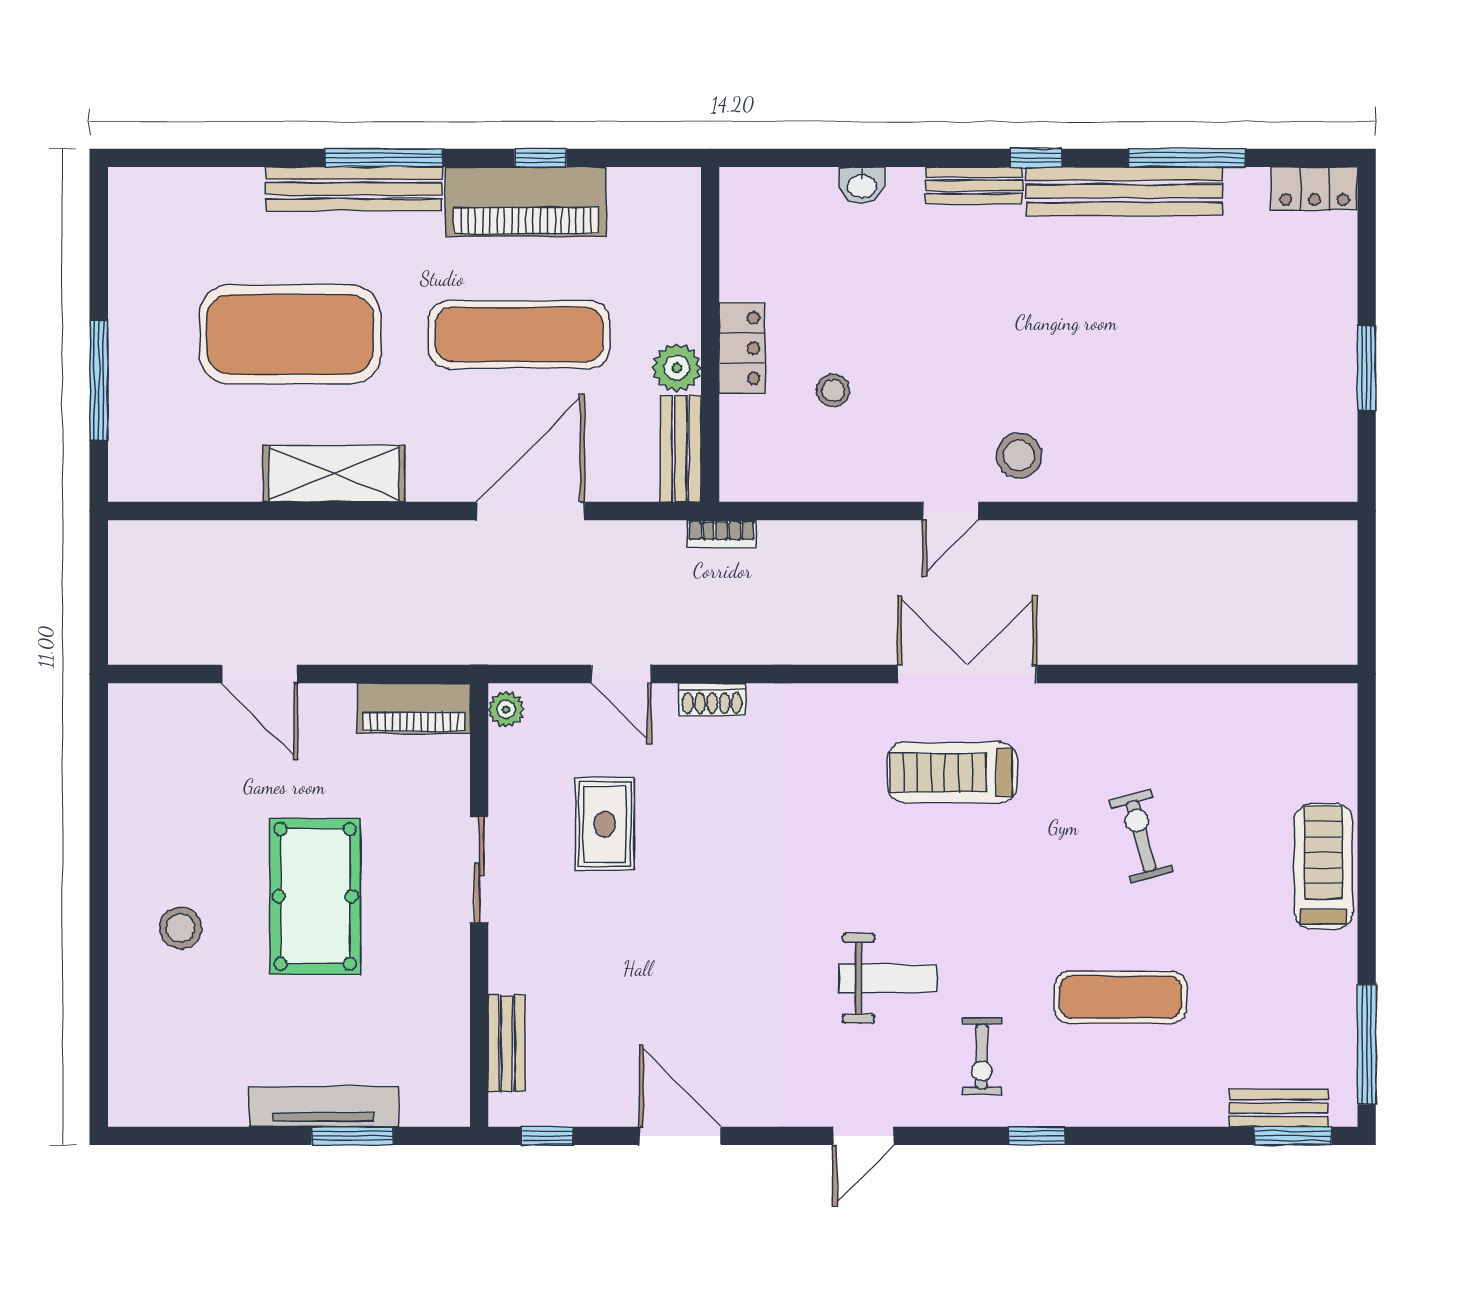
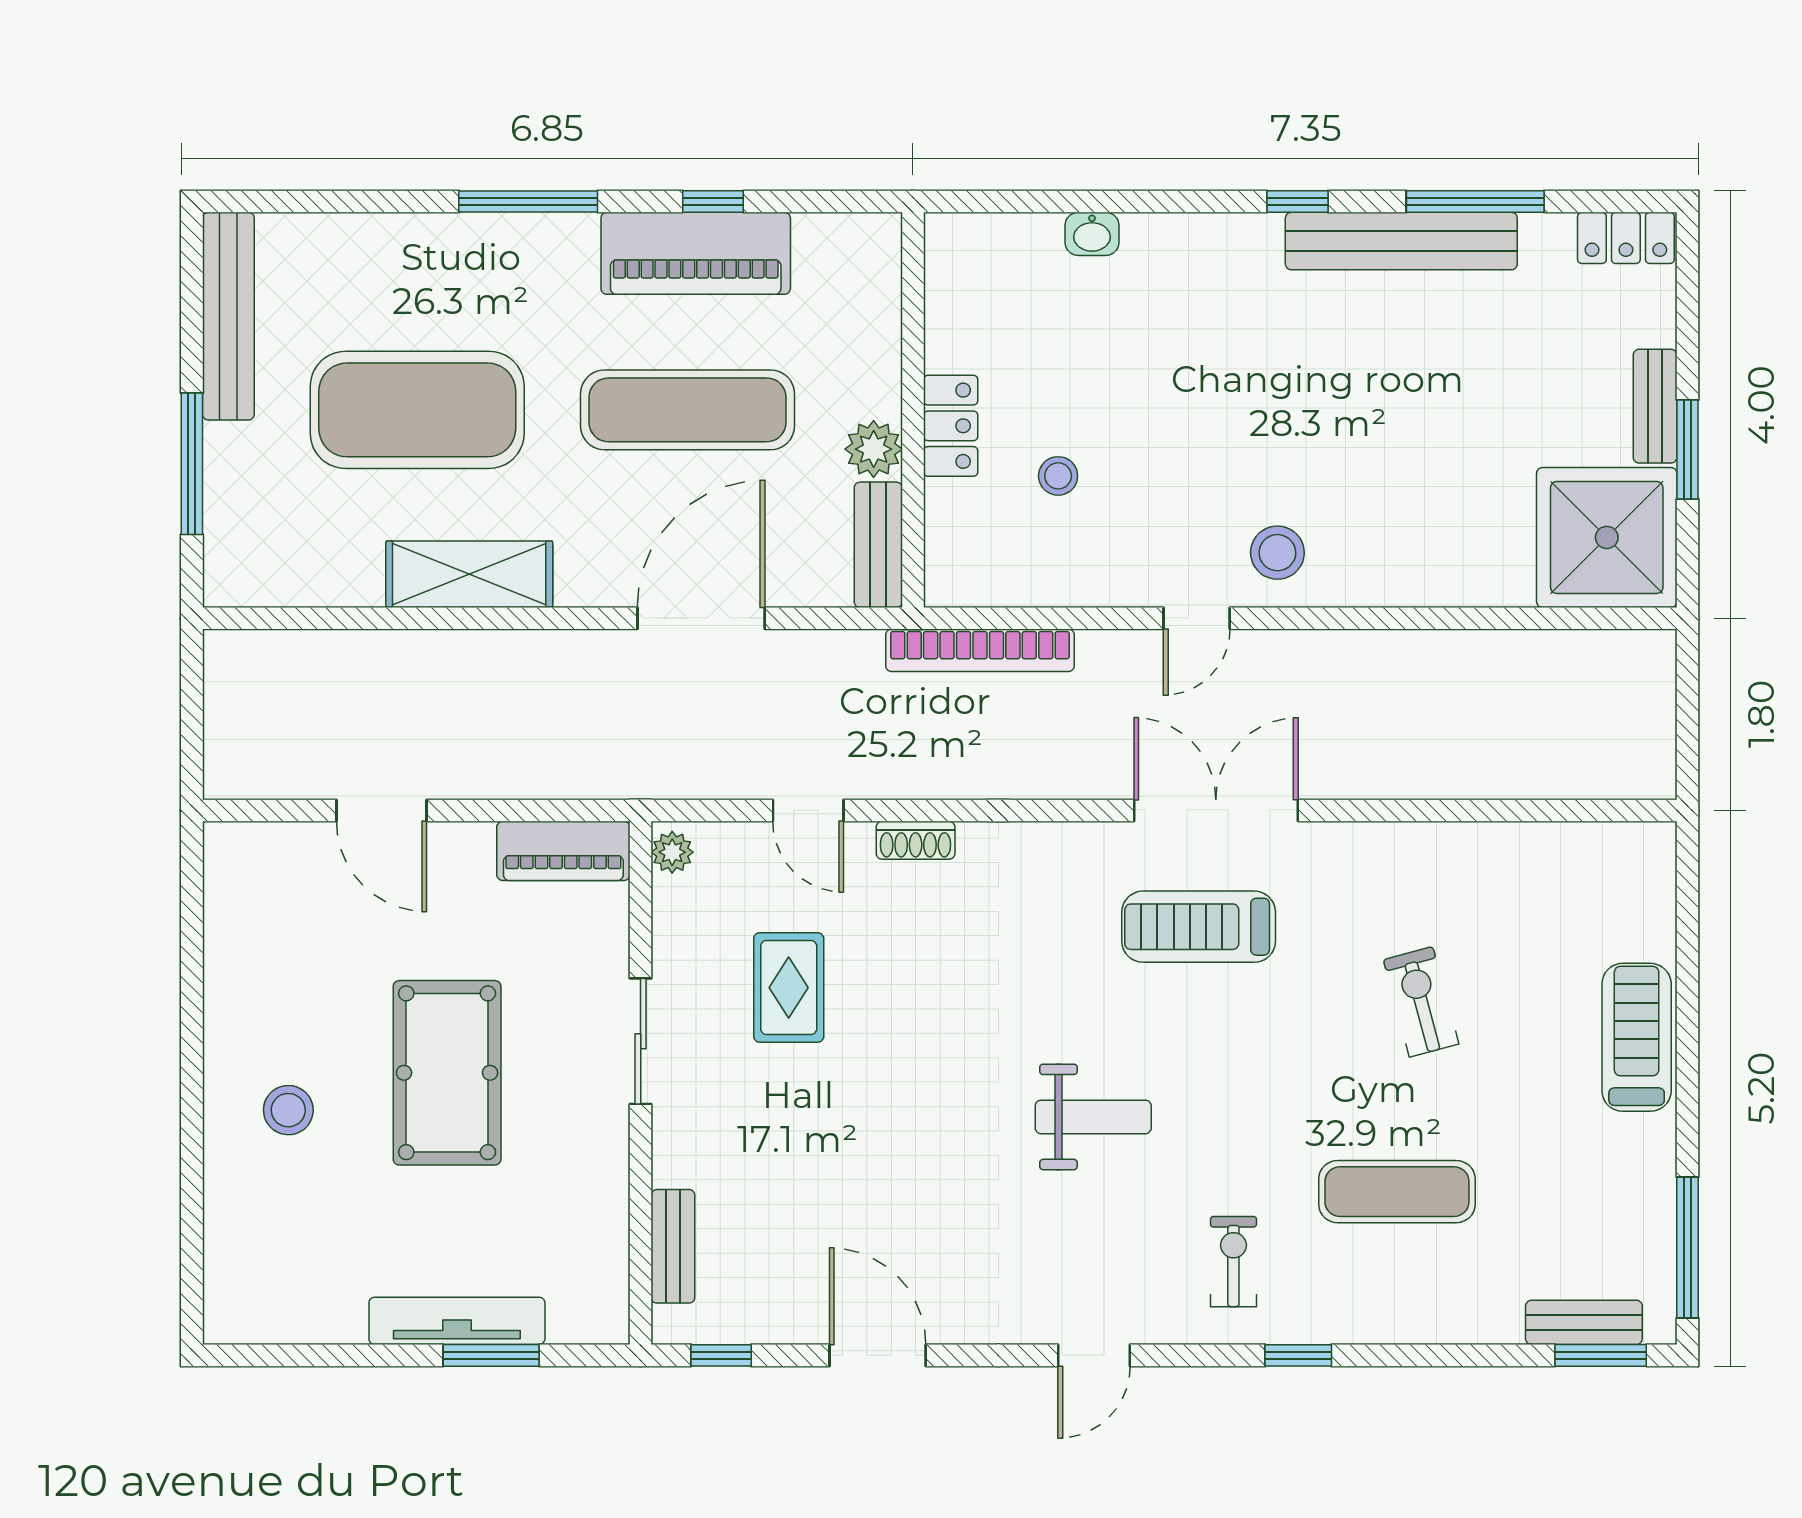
bench: (974, 185) -> (1655, 406), moved, turned 90
bench: (354, 189) -> (228, 316), moved, turned 90
shower: (1298, 443) -> (1607, 537), added
bookcase: (722, 534) -> (980, 650), width x2.31, depth x1.31
weight bench: (888, 978) -> (1093, 1117), moved
exercise bike: (982, 1056) -> (1233, 1262), turned 180

